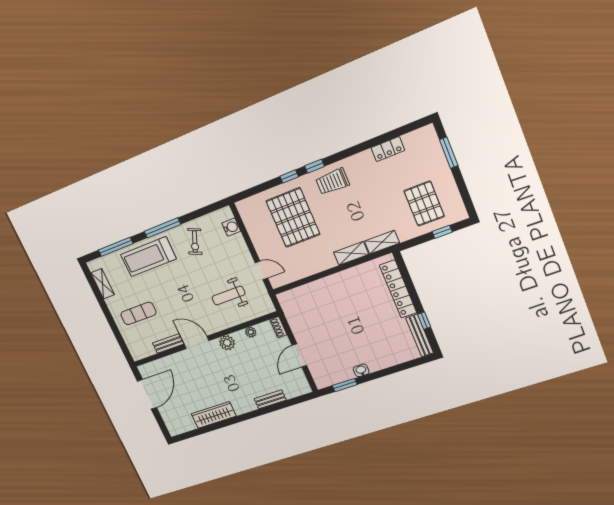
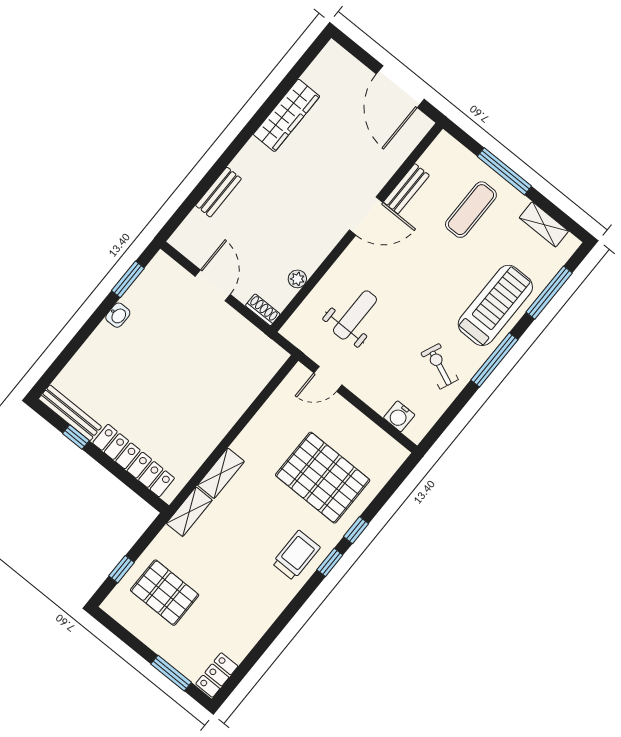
locker: (388, 149) -> (217, 675), moved
window: (112, 322) -> (504, 171), added
plant: (227, 343) -> (322, 242), removed

